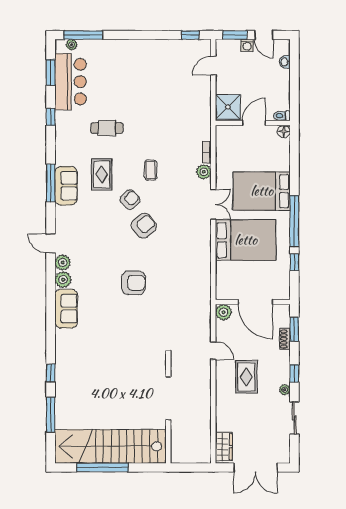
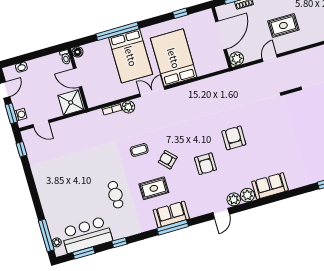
washing machine: (247, 45) -> (21, 115), moved
window: (294, 221) -> (117, 31), moved
armchair: (144, 226) -> (205, 164), moved, turned -141

